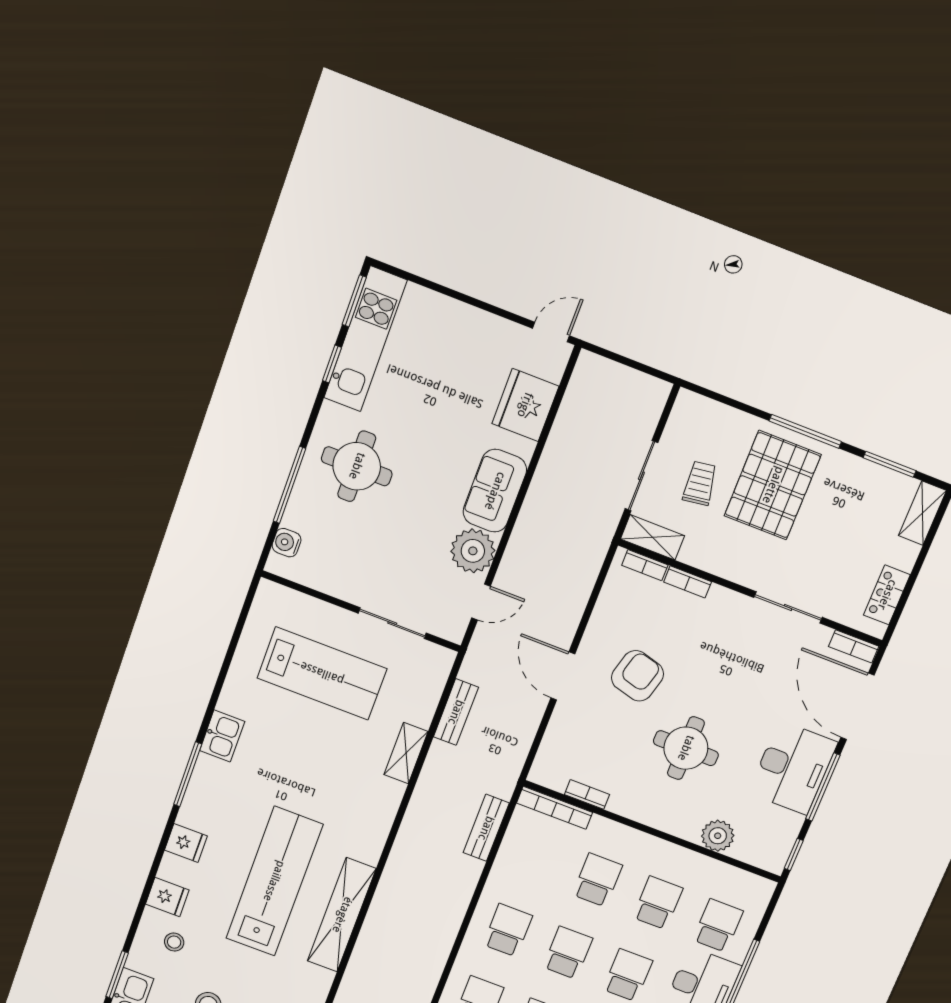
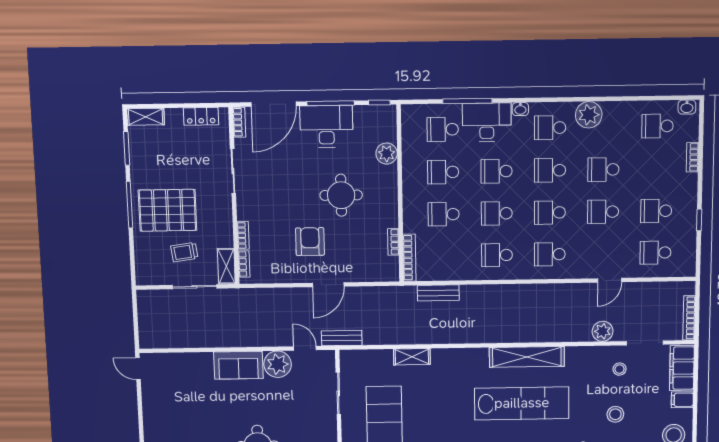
fridge: (525, 405) -> (184, 367), removed
armchair: (637, 676) -> (310, 242), turned 75
bench: (456, 712) -> (342, 338), moved
lab bench: (274, 881) -> (522, 403), turned 180

